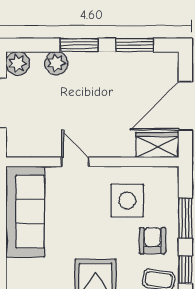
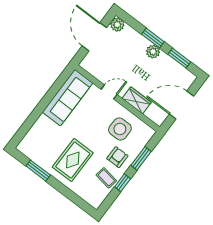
plant: (56, 63) -> (153, 52), moved
wardrobe: (157, 145) -> (137, 100), moved
door: (75, 162) -> (109, 92), hinge flipped

